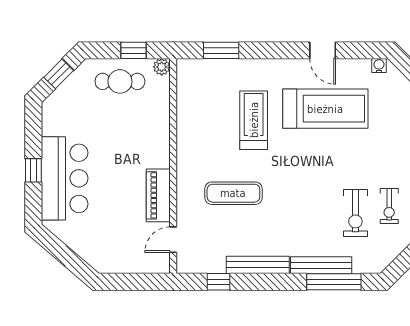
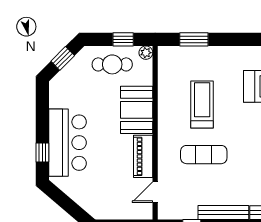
treadmill: (254, 120) -> (202, 104), moved
booth: (150, 138) -> (137, 110), added
window: (33, 170) -> (42, 152), moved

